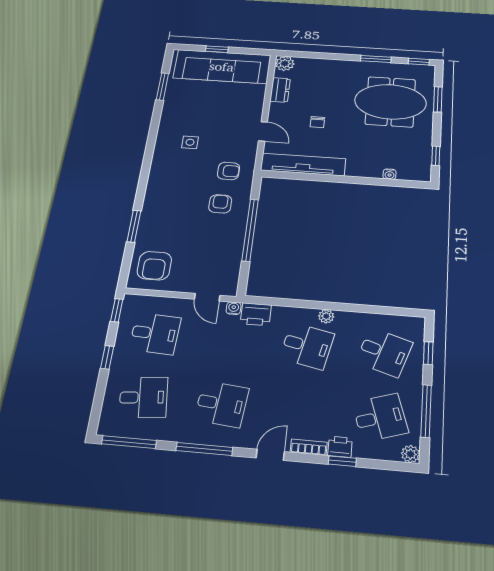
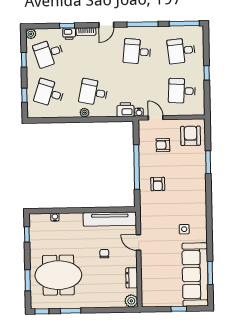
sofa: (222, 67) -> (195, 275), moved, turned -90
armchair: (228, 171) -> (163, 145), moved
window: (117, 310) -> (207, 103), removed
window: (426, 411) -> (24, 60), width x0.46

